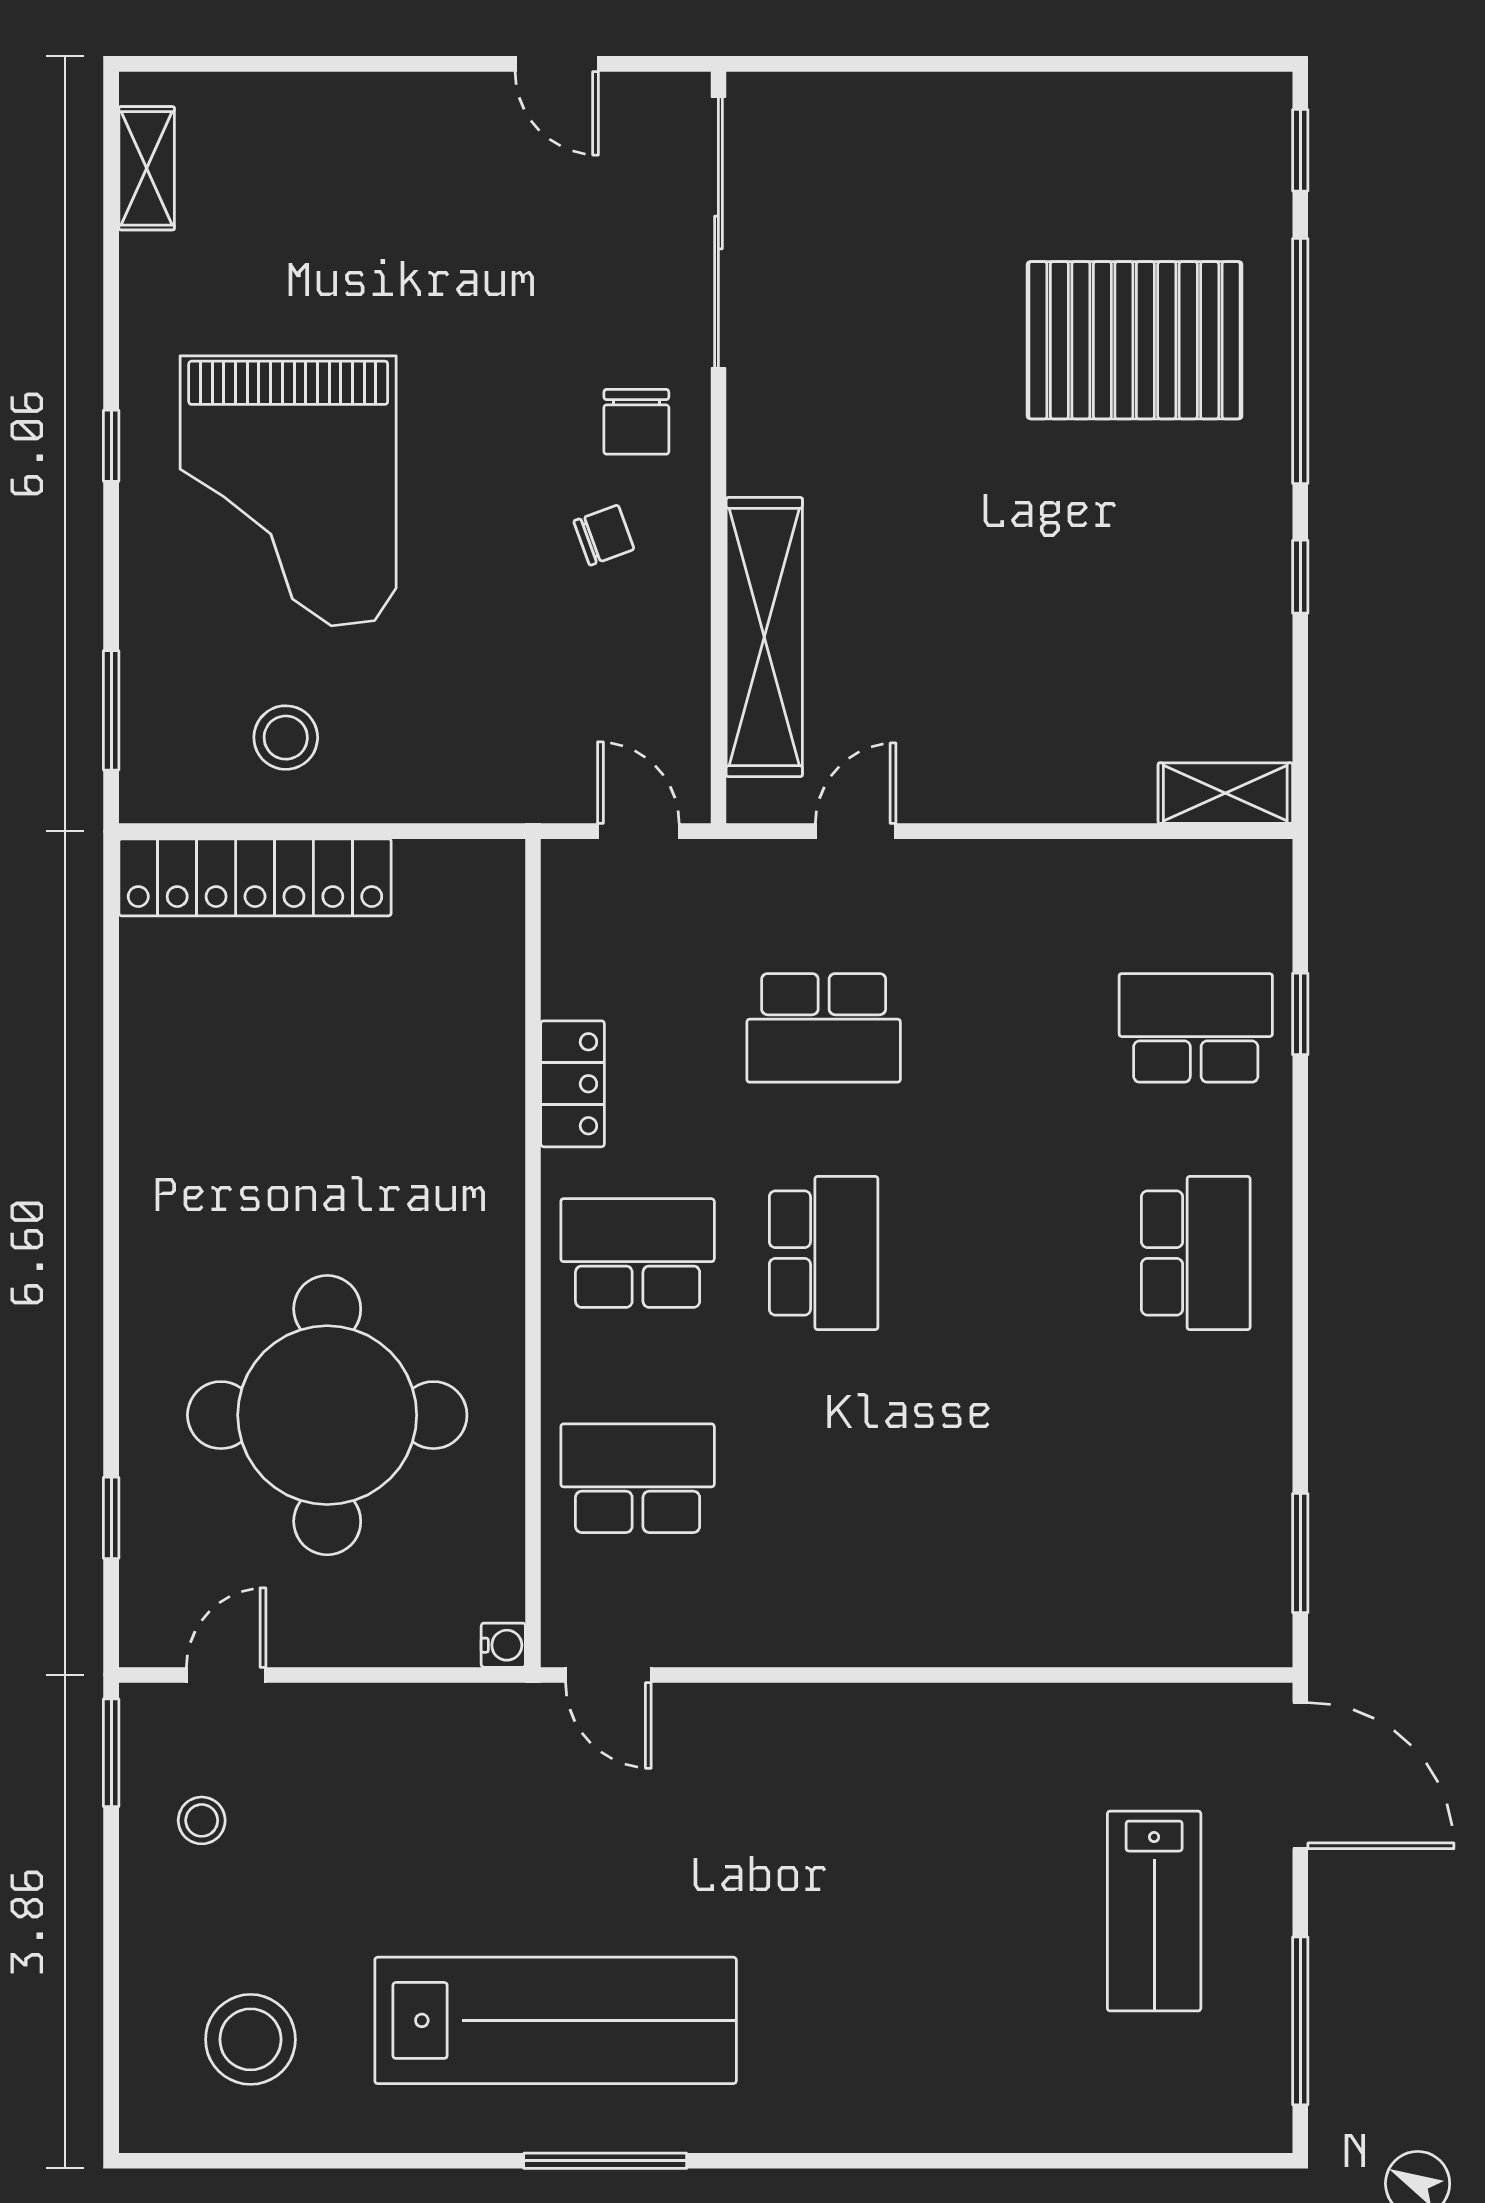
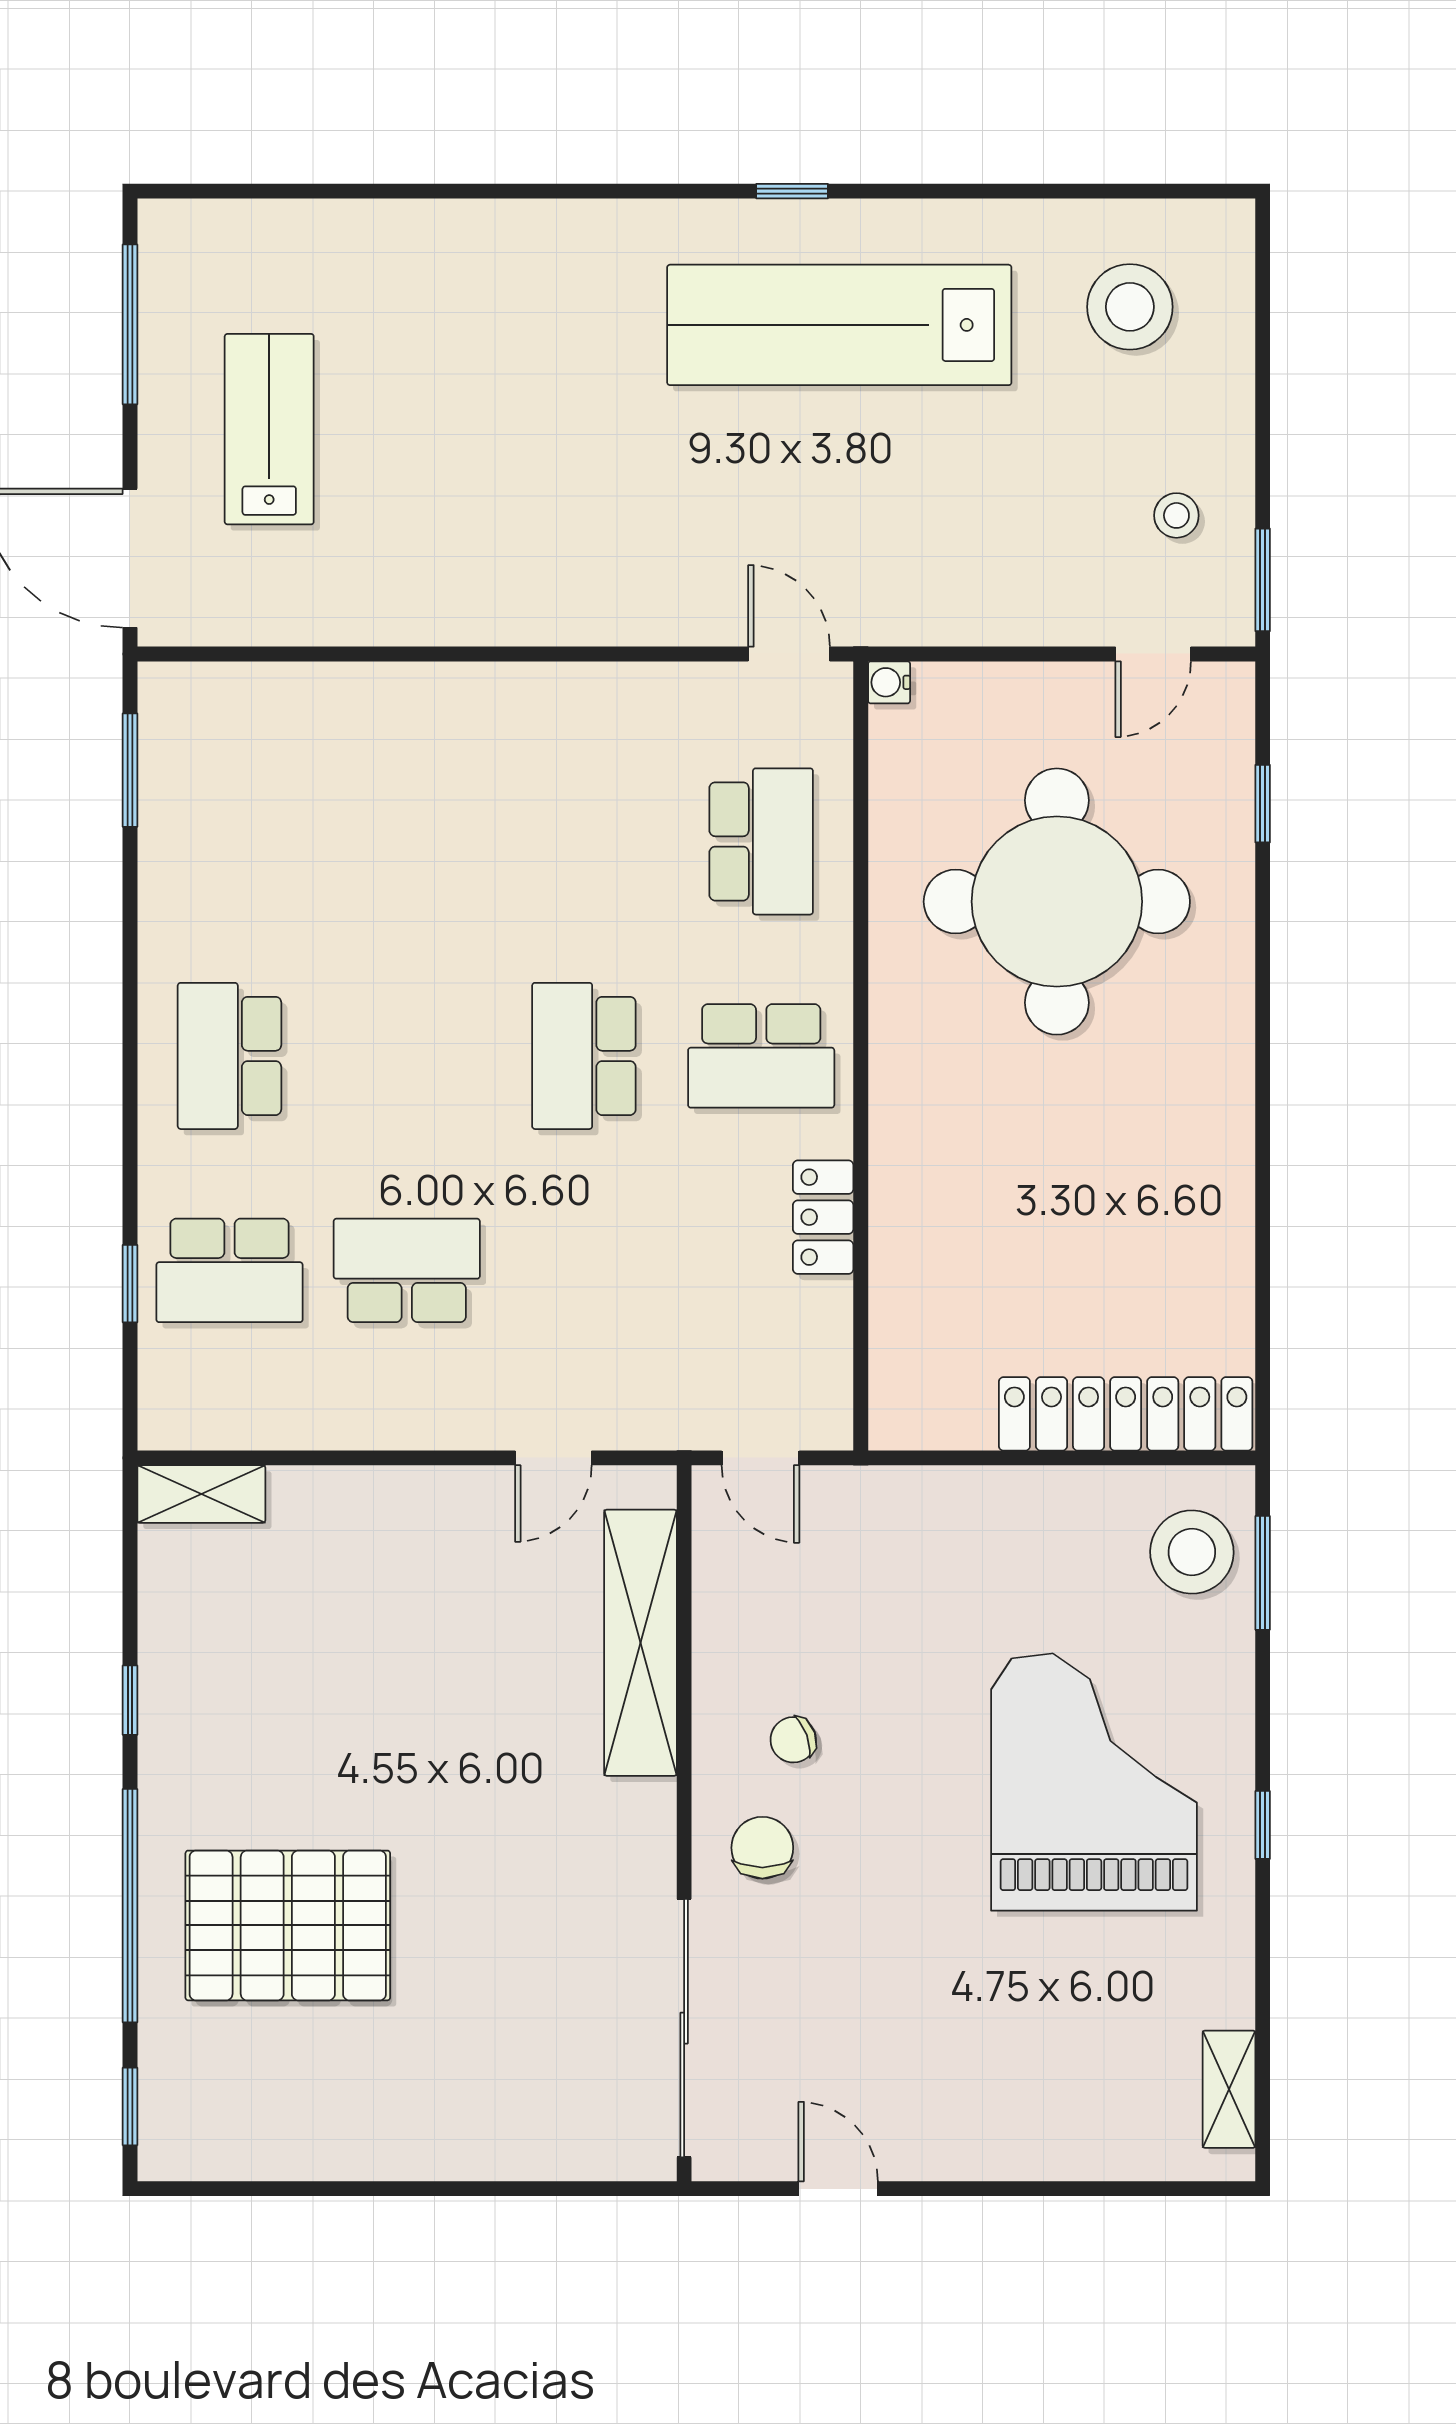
stool: (286, 738) -> (1192, 1552), moved, width x1.38, depth x1.38
school desk: (824, 1028) -> (407, 1270), moved
school desk: (638, 1478) -> (761, 841), turned -90
window: (605, 2161) -> (792, 191), width x0.46

